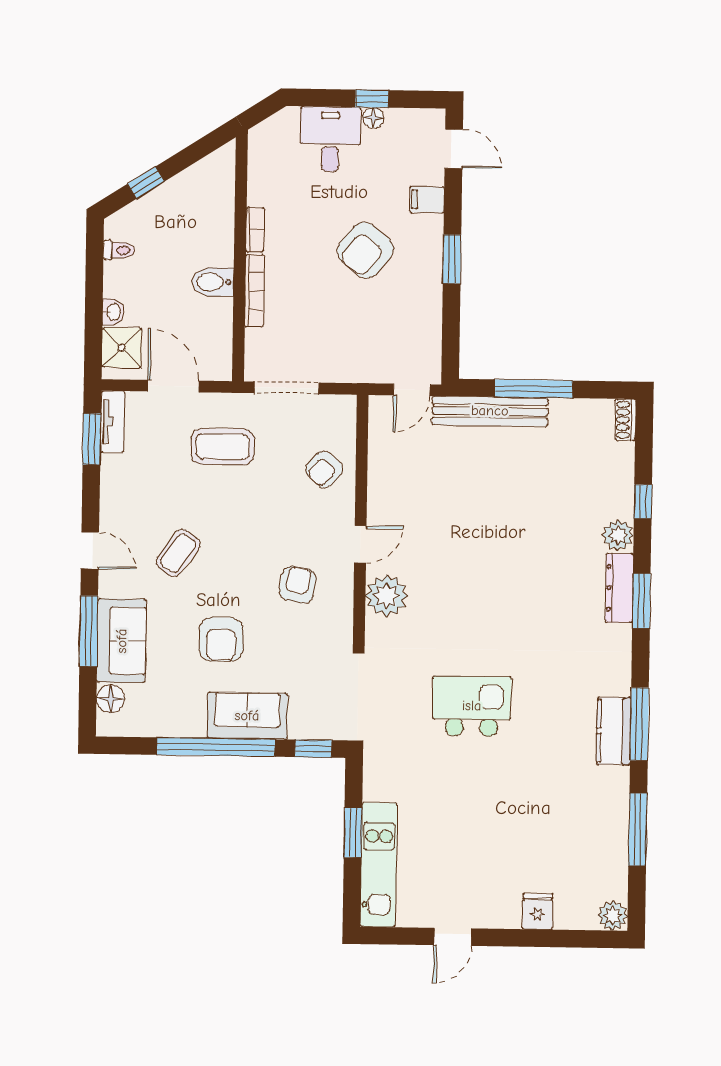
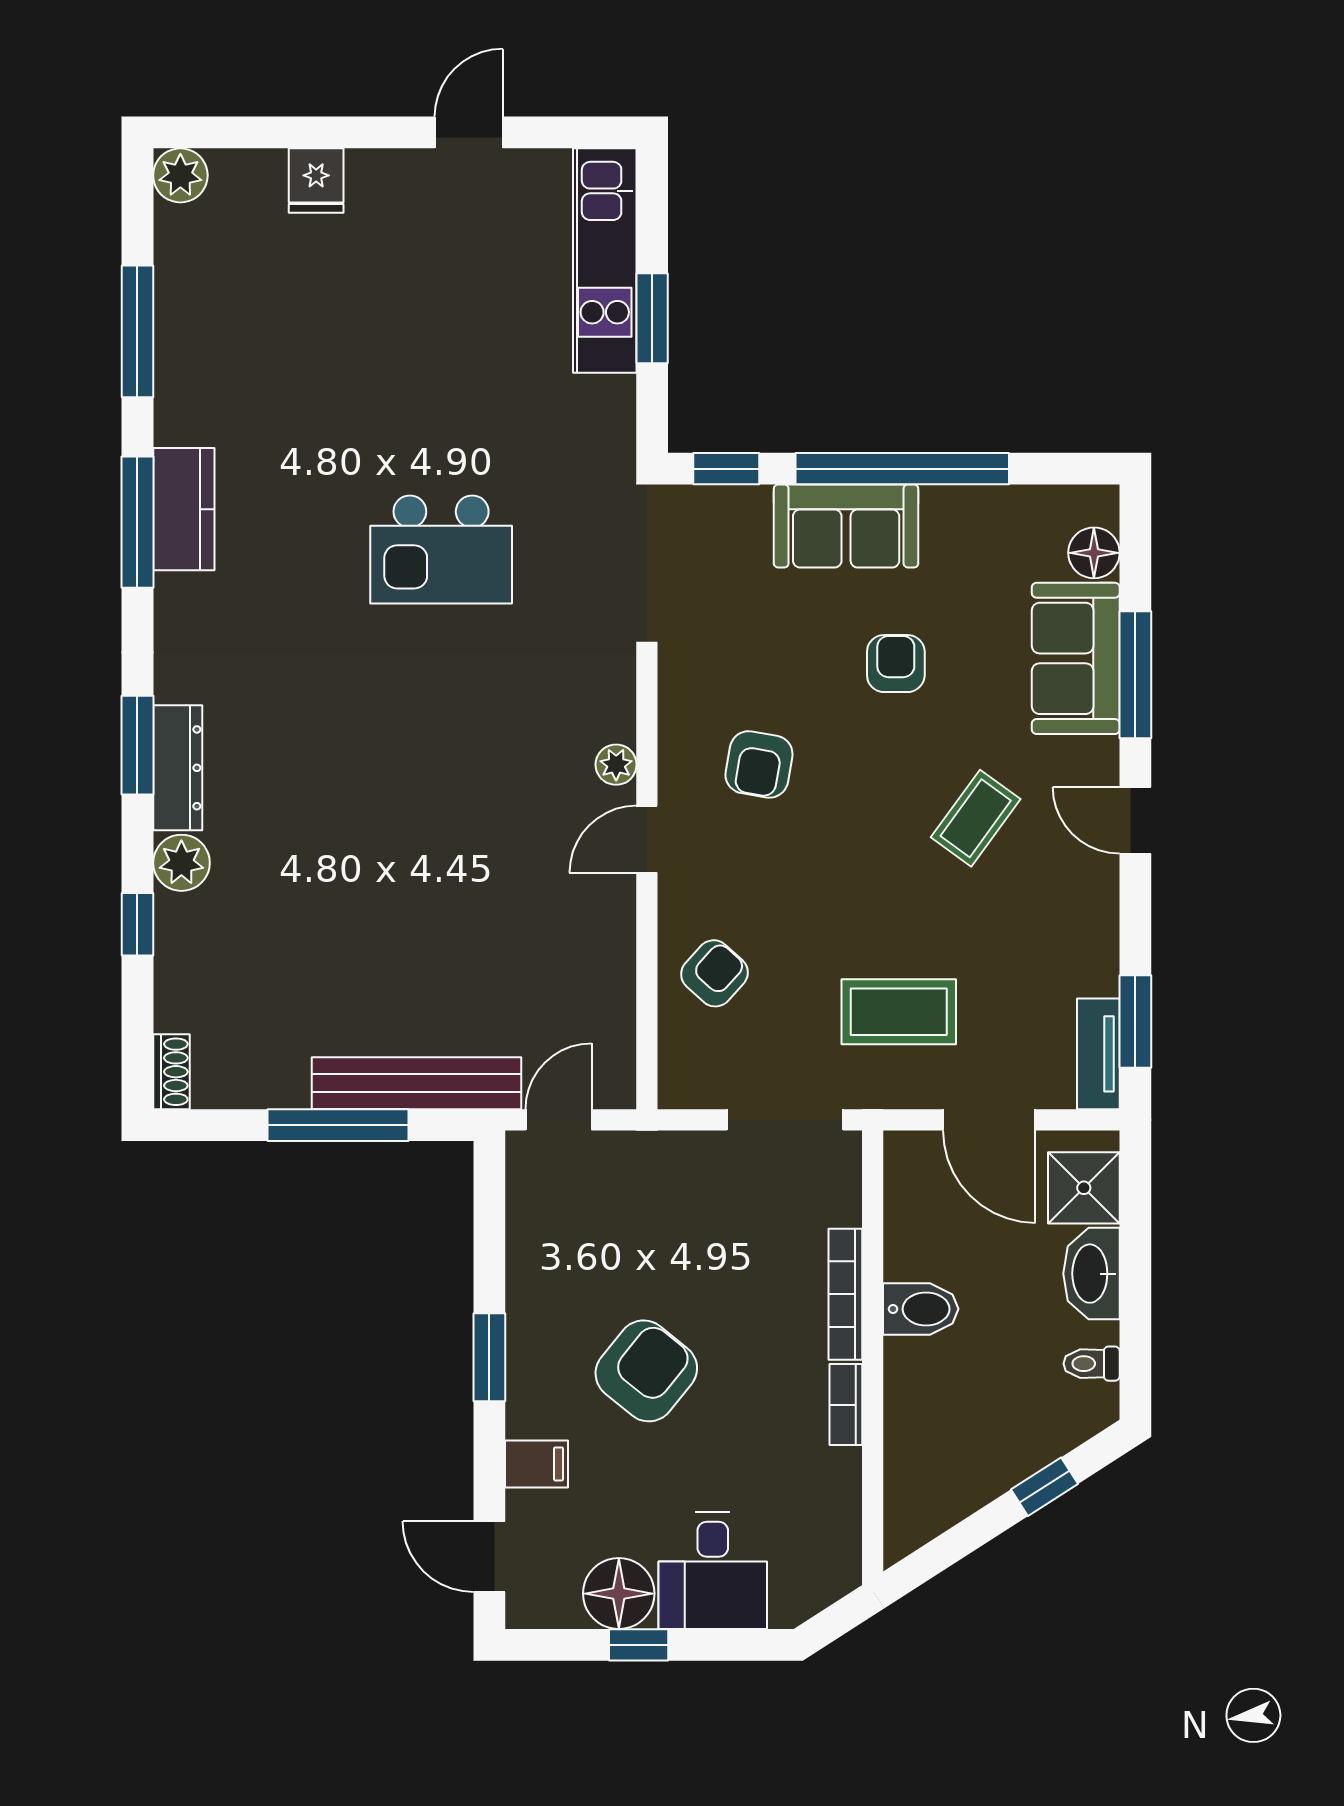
floor lamp: (373, 118) -> (619, 1594), width x1.89, depth x1.89
washbasin: (113, 312) -> (1092, 1274), width x1.91, depth x1.45
plant: (386, 596) -> (616, 765), width x0.53, depth x0.53
armchair: (221, 639) -> (896, 664), width x0.72, depth x0.72

